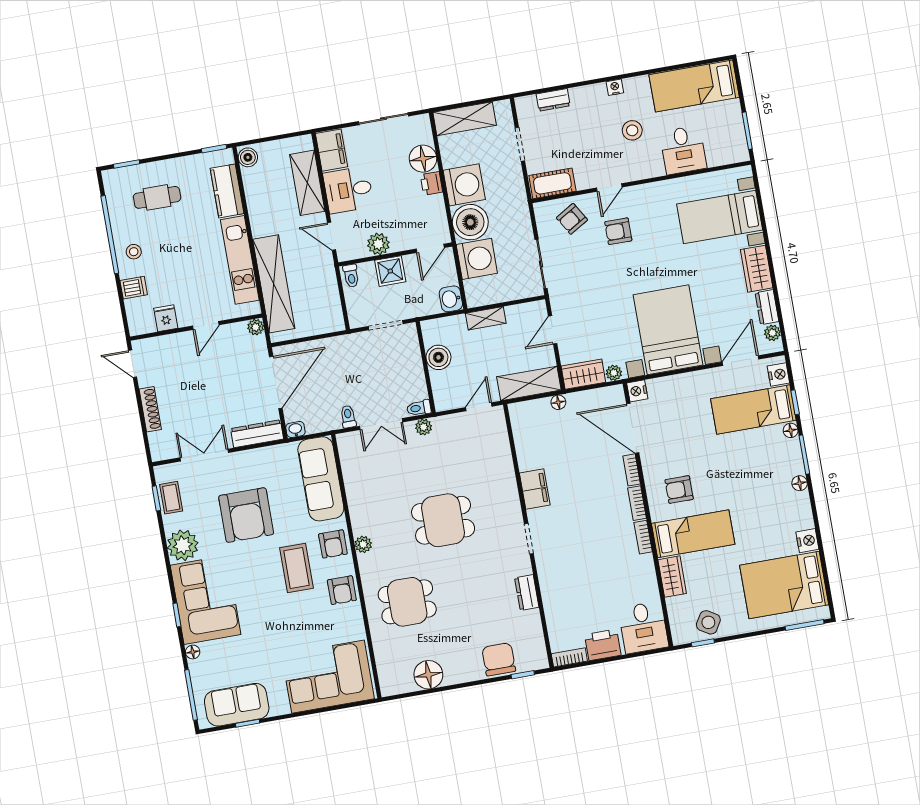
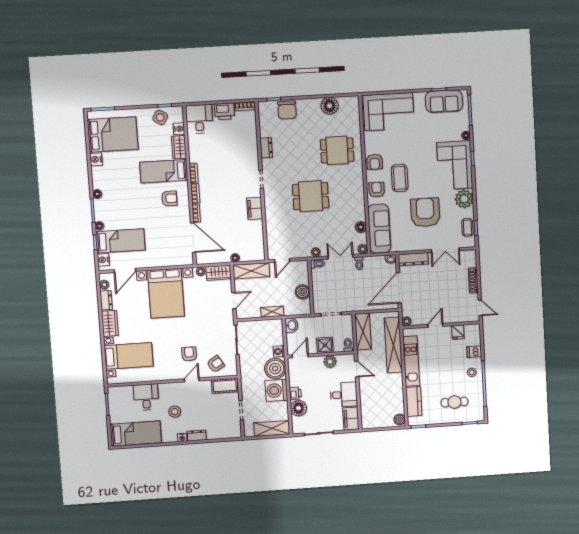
dresser: (553, 100) -> (197, 436), moved
shelving: (307, 183) -> (363, 331), moved
armchair: (618, 231) -> (189, 354), turned -90
washing machine: (477, 259) -> (279, 351), width x0.53, depth x0.53
nightstand: (637, 391) -> (179, 129), moved
floor lamp: (352, 478) -> (361, 227), added
plant: (363, 544) -> (363, 249), moved
armchair: (342, 590) -> (375, 162), turned 180

